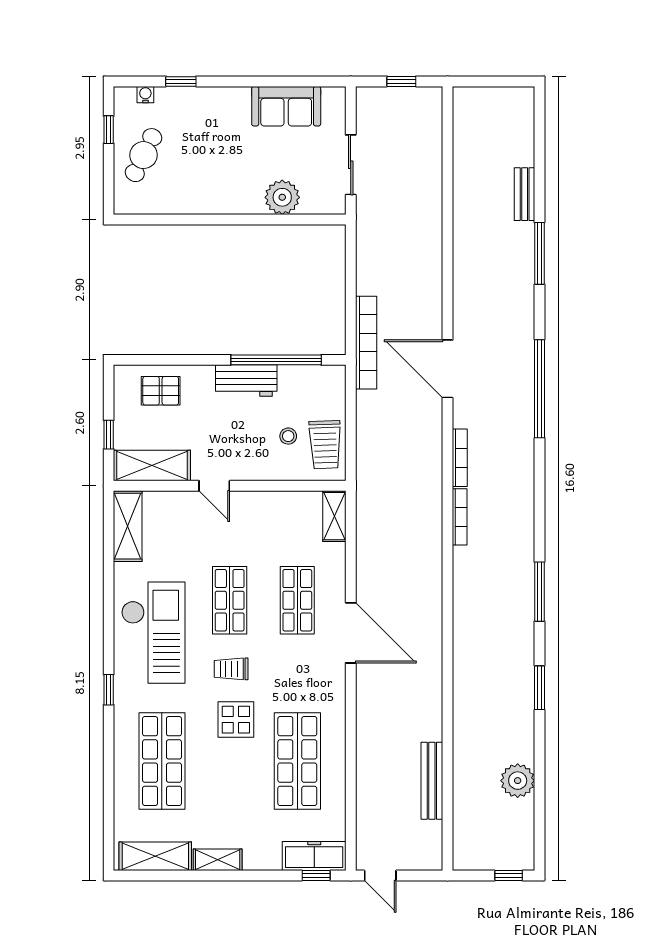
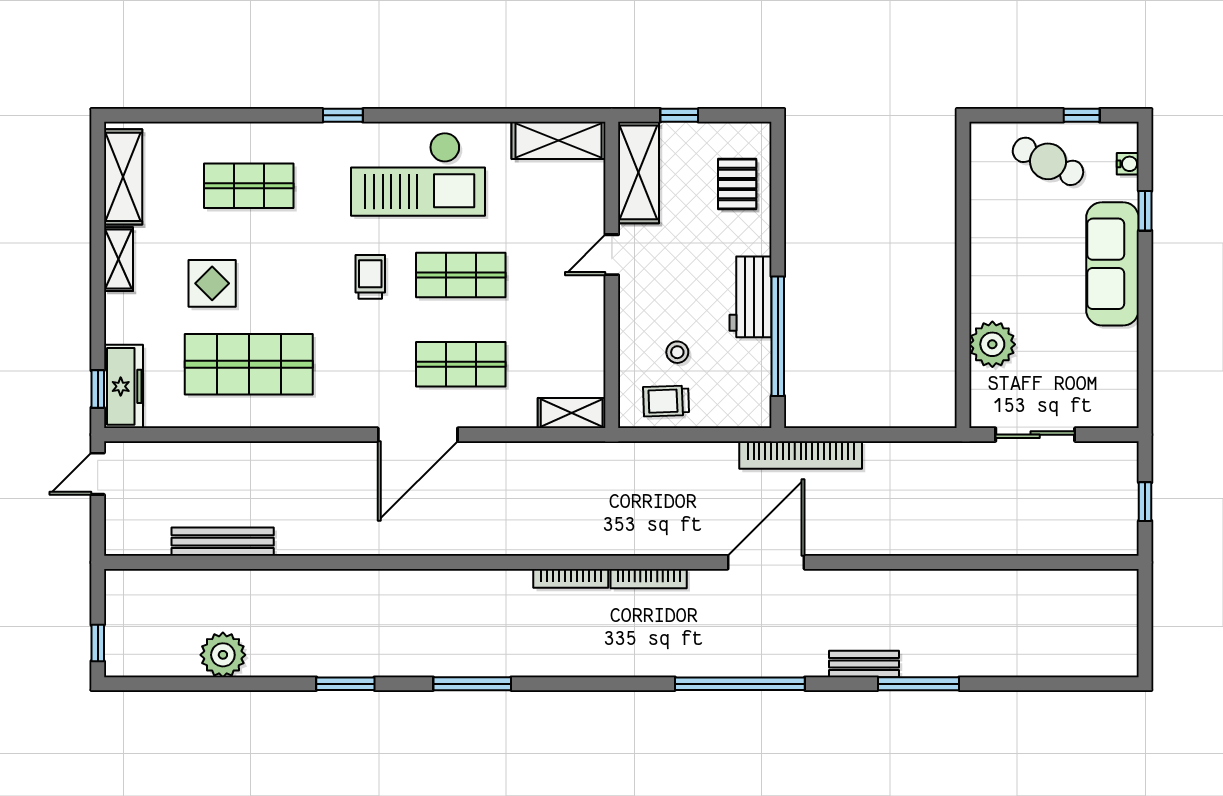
sofa: (286, 106) -> (1112, 264), moved, width x1.36
bench: (525, 194) -> (864, 664), moved
trolley: (325, 445) -> (666, 401), width x0.73, depth x0.72
display table: (236, 720) -> (212, 283), moved
shop shelf: (162, 761) -> (249, 186), width x0.70, depth x0.74

